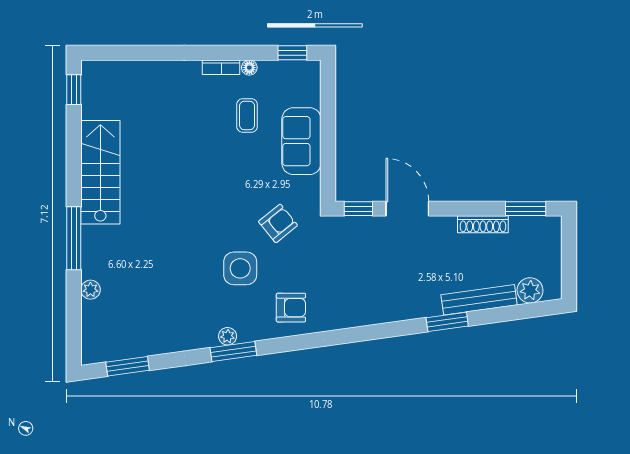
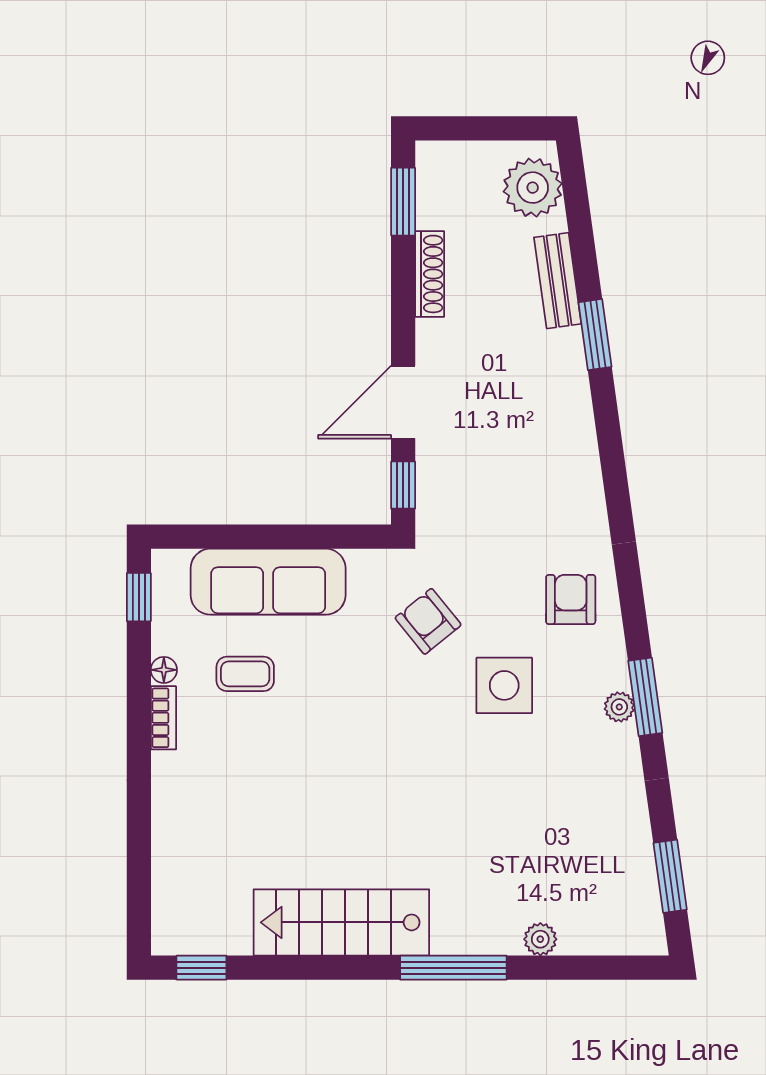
sofa: (301, 141) -> (268, 582), width x1.36
plant: (530, 290) -> (533, 188), width x1.36, depth x1.36
bench: (479, 300) -> (558, 281), width x0.73

